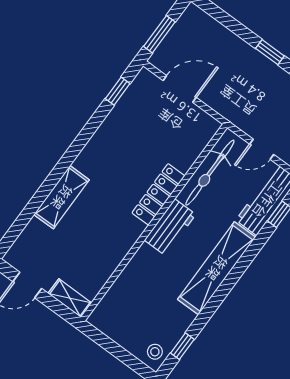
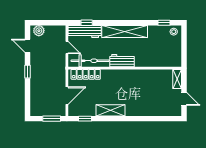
door: (180, 89) -> (67, 96), swing flipped
locker: (158, 194) -> (86, 74), moved
shelving: (62, 197) -> (110, 110), moved

